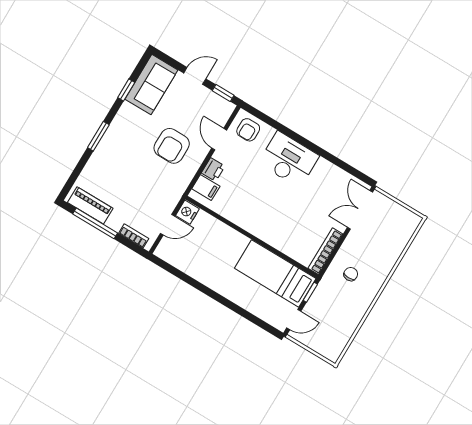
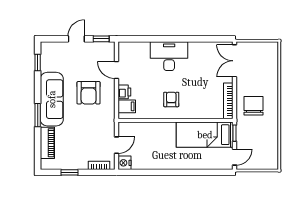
sofa: (151, 85) -> (52, 99), moved, width x1.36
window: (126, 90) -> (38, 62), moved
armchair: (248, 130) -> (171, 99), moved, turned 180
piano: (90, 205) -> (47, 143), moved, turned 90
nightstand: (187, 212) -> (124, 163), moved
window: (95, 223) -> (69, 172), width x0.46
chair: (351, 274) -> (253, 106), width x1.87, depth x1.87

